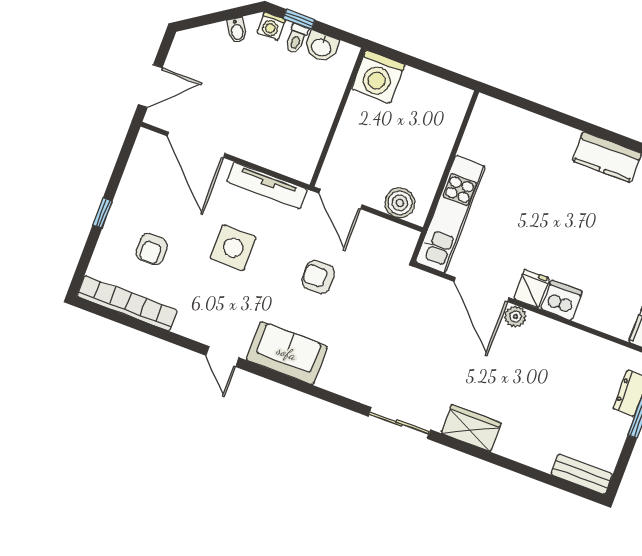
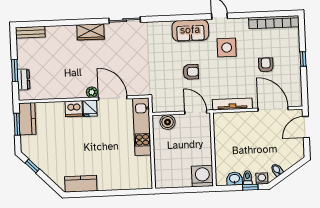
side table: (233, 248) -> (227, 47), moved
armchair: (152, 249) -> (266, 65), moved

